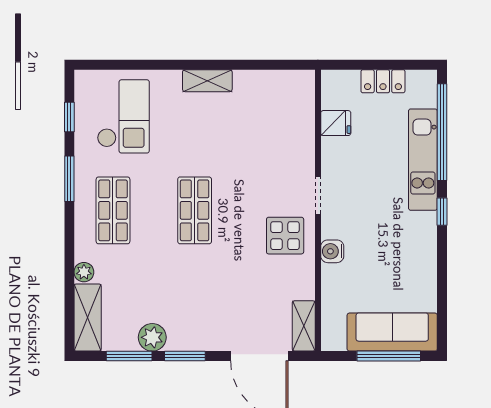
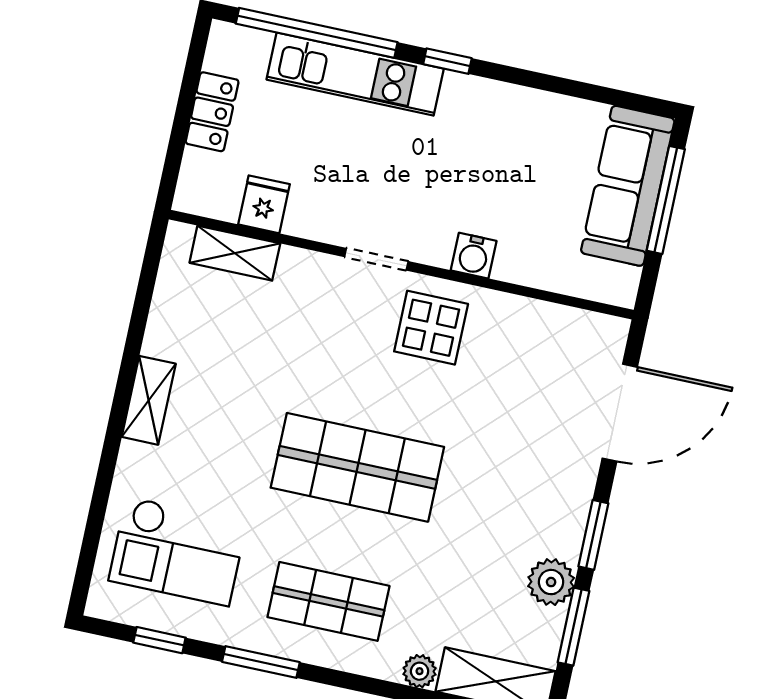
checkout: (123, 116) -> (178, 551), turned 180
shop shelf: (195, 210) -> (357, 467), width x1.43, depth x1.36
shelving: (304, 326) -> (235, 253), moved

